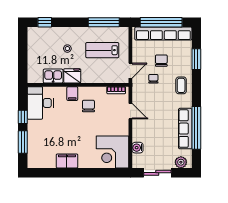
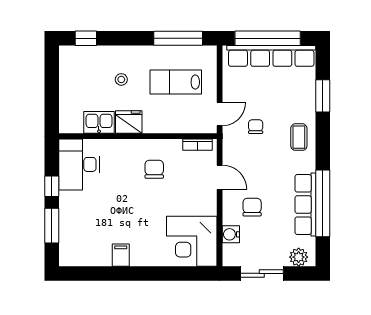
chair: (161, 61) -> (252, 207), moved
filing cabinet: (72, 94) -> (129, 150), removed
filing cabinet: (67, 161) -> (121, 255), width x0.50

